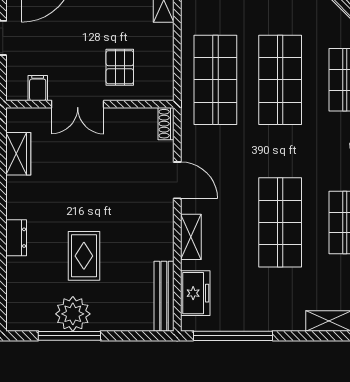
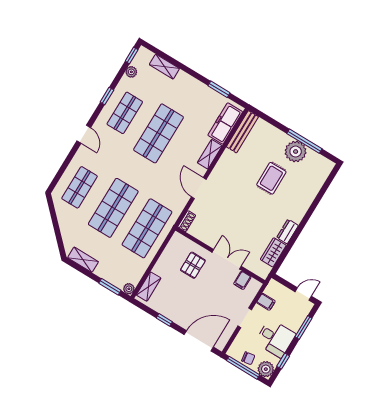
dresser: (16, 238) -> (287, 232), moved
freezer: (195, 293) -> (225, 124), width x1.40
window: (233, 336) -> (219, 89), width x0.47

